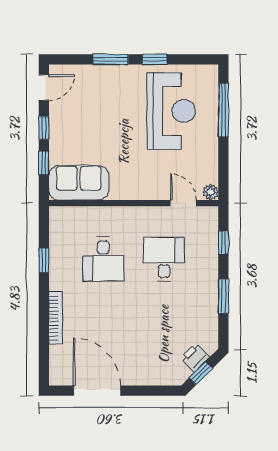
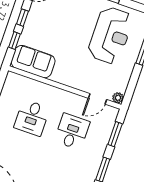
door: (183, 203) -> (98, 99), swing flipped
window: (223, 243) -> (115, 134), width x1.50

